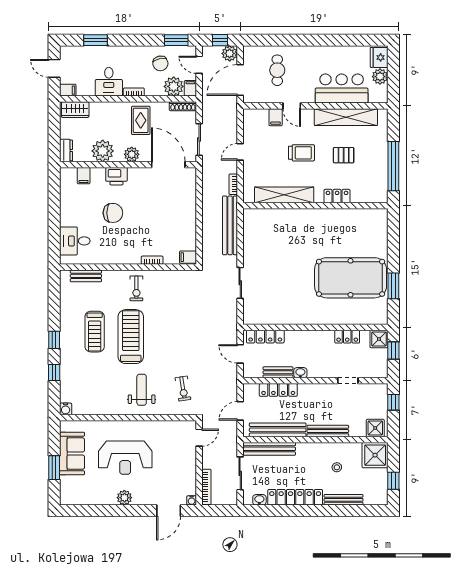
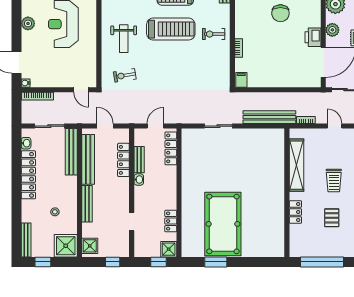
printer: (116, 176) -> (313, 37), moved
weight bench: (142, 390) -> (124, 39), turned 90
bench: (344, 500) -> (26, 240), moved

